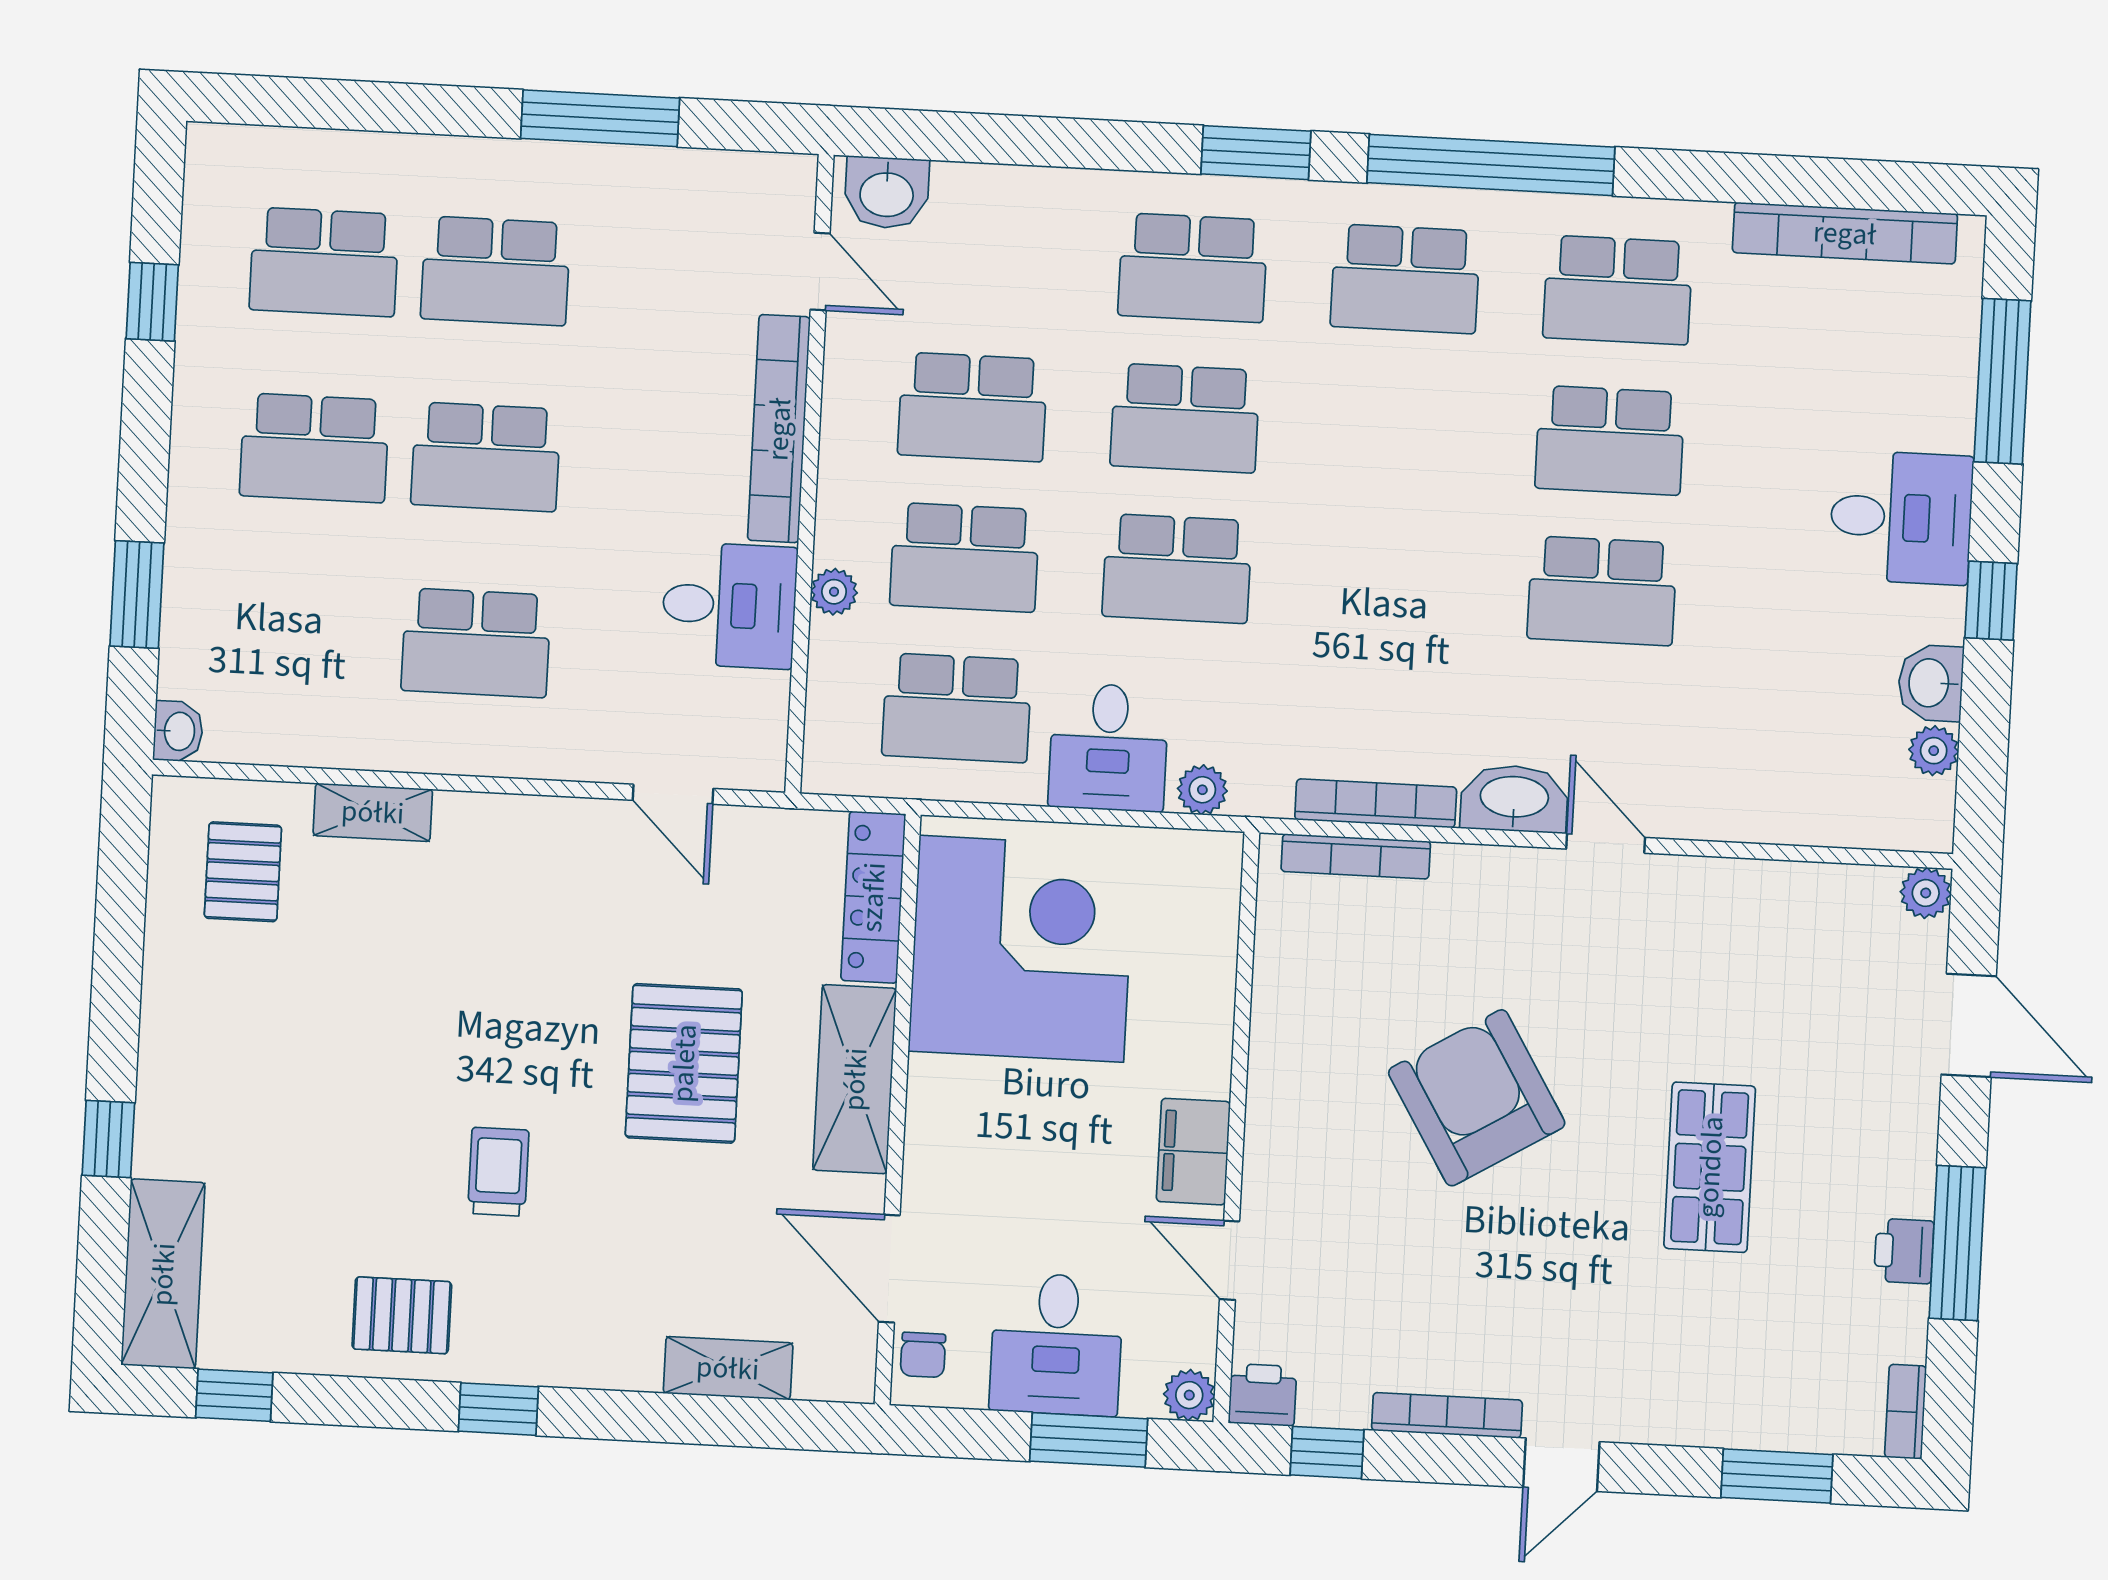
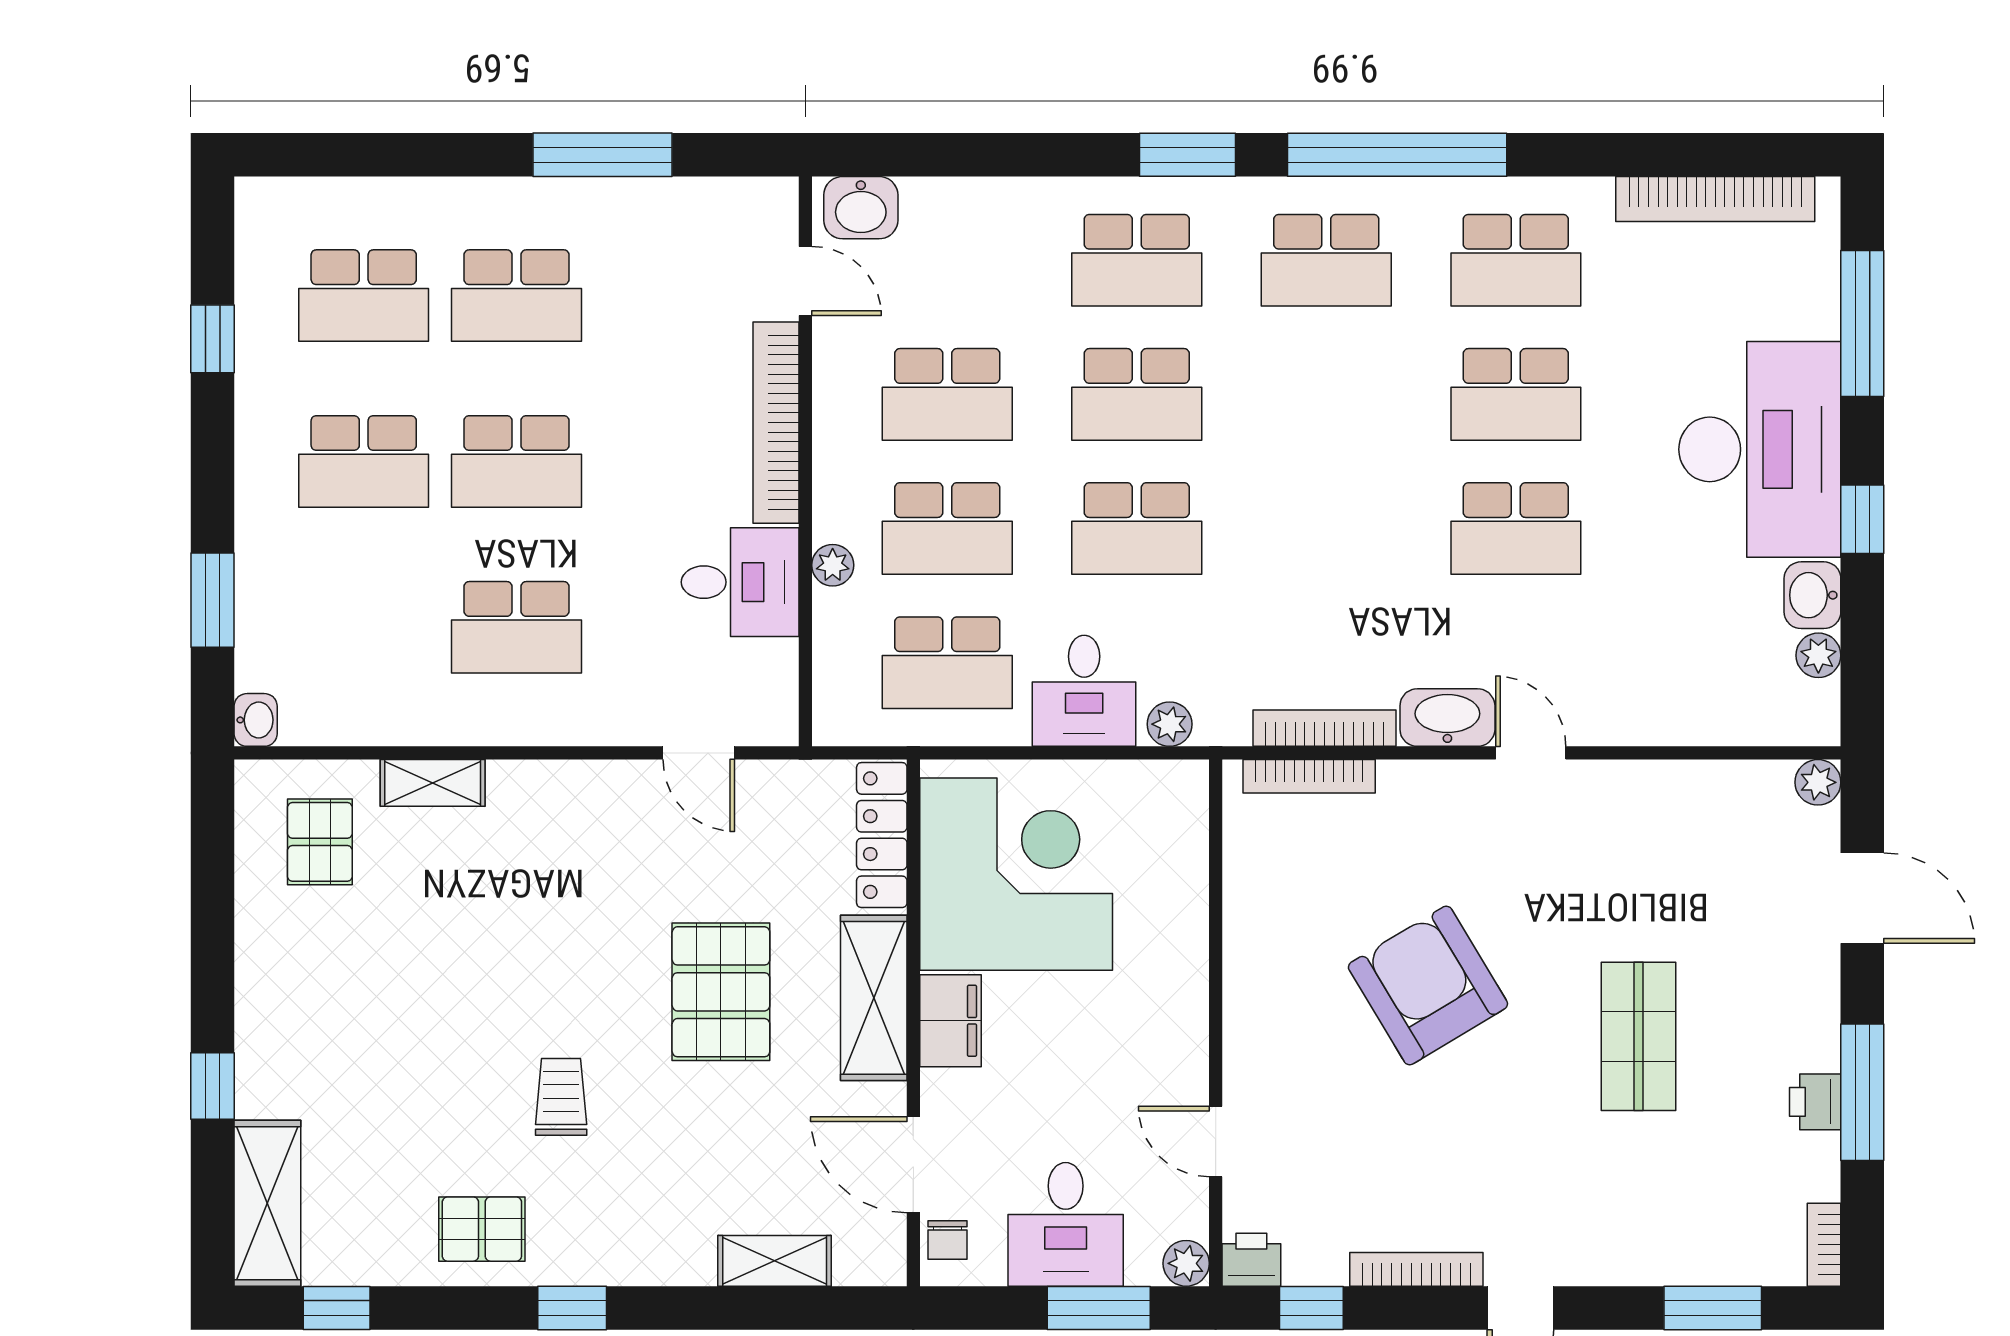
desk: (1901, 517) -> (1760, 449), width x1.87, depth x1.30
filing cabinet: (1193, 1152) -> (950, 1021), moved, turned 180

